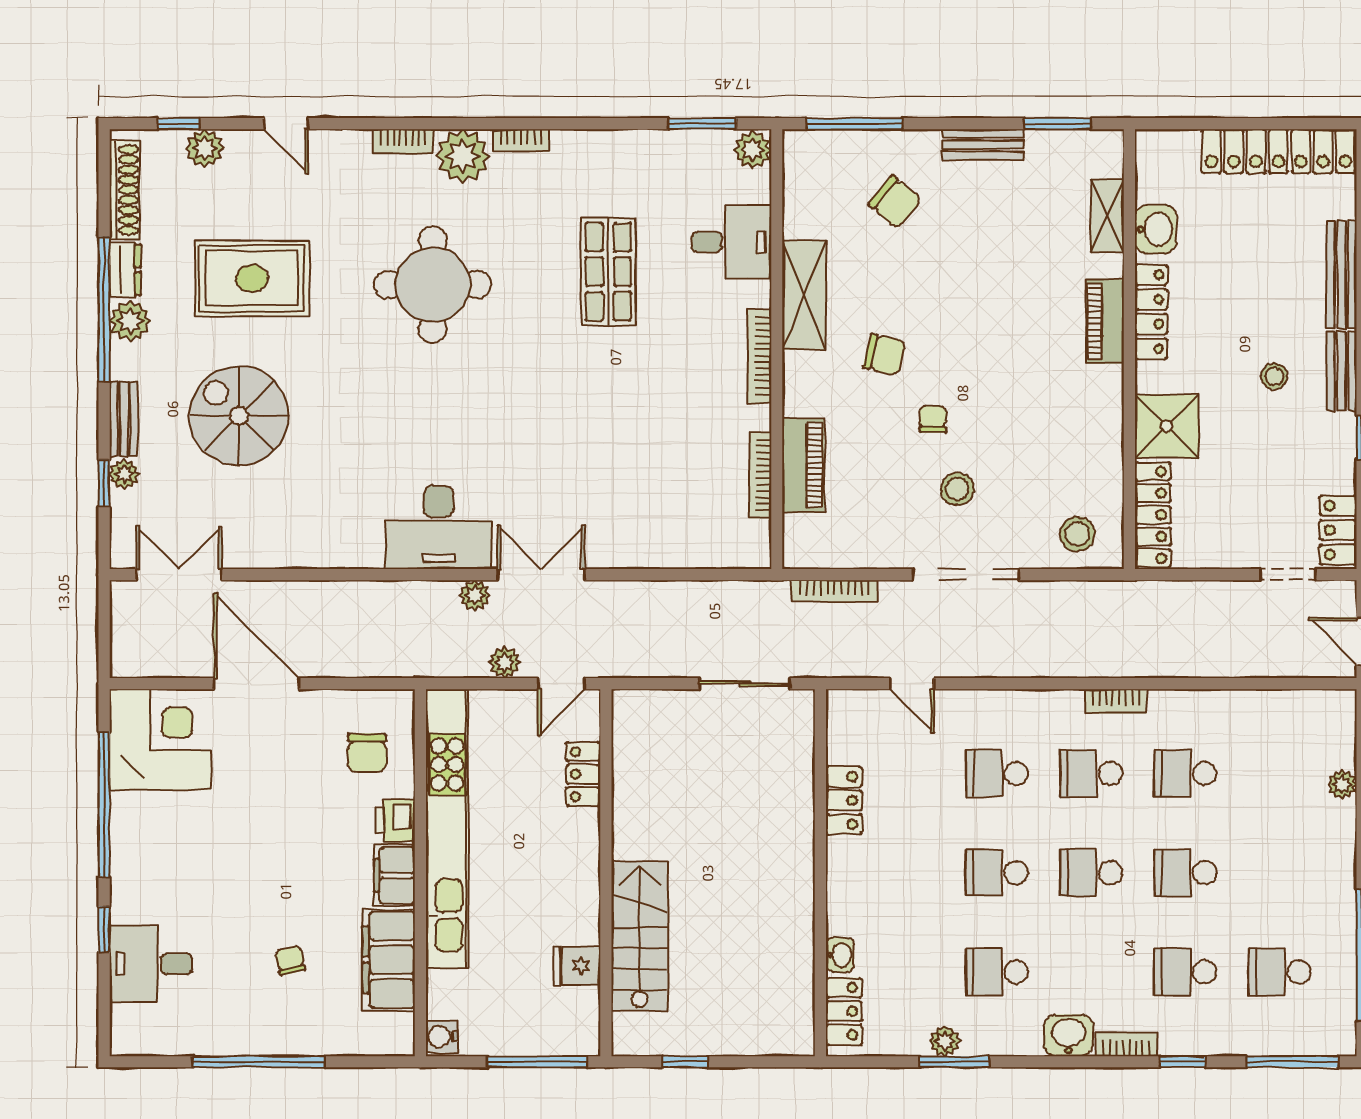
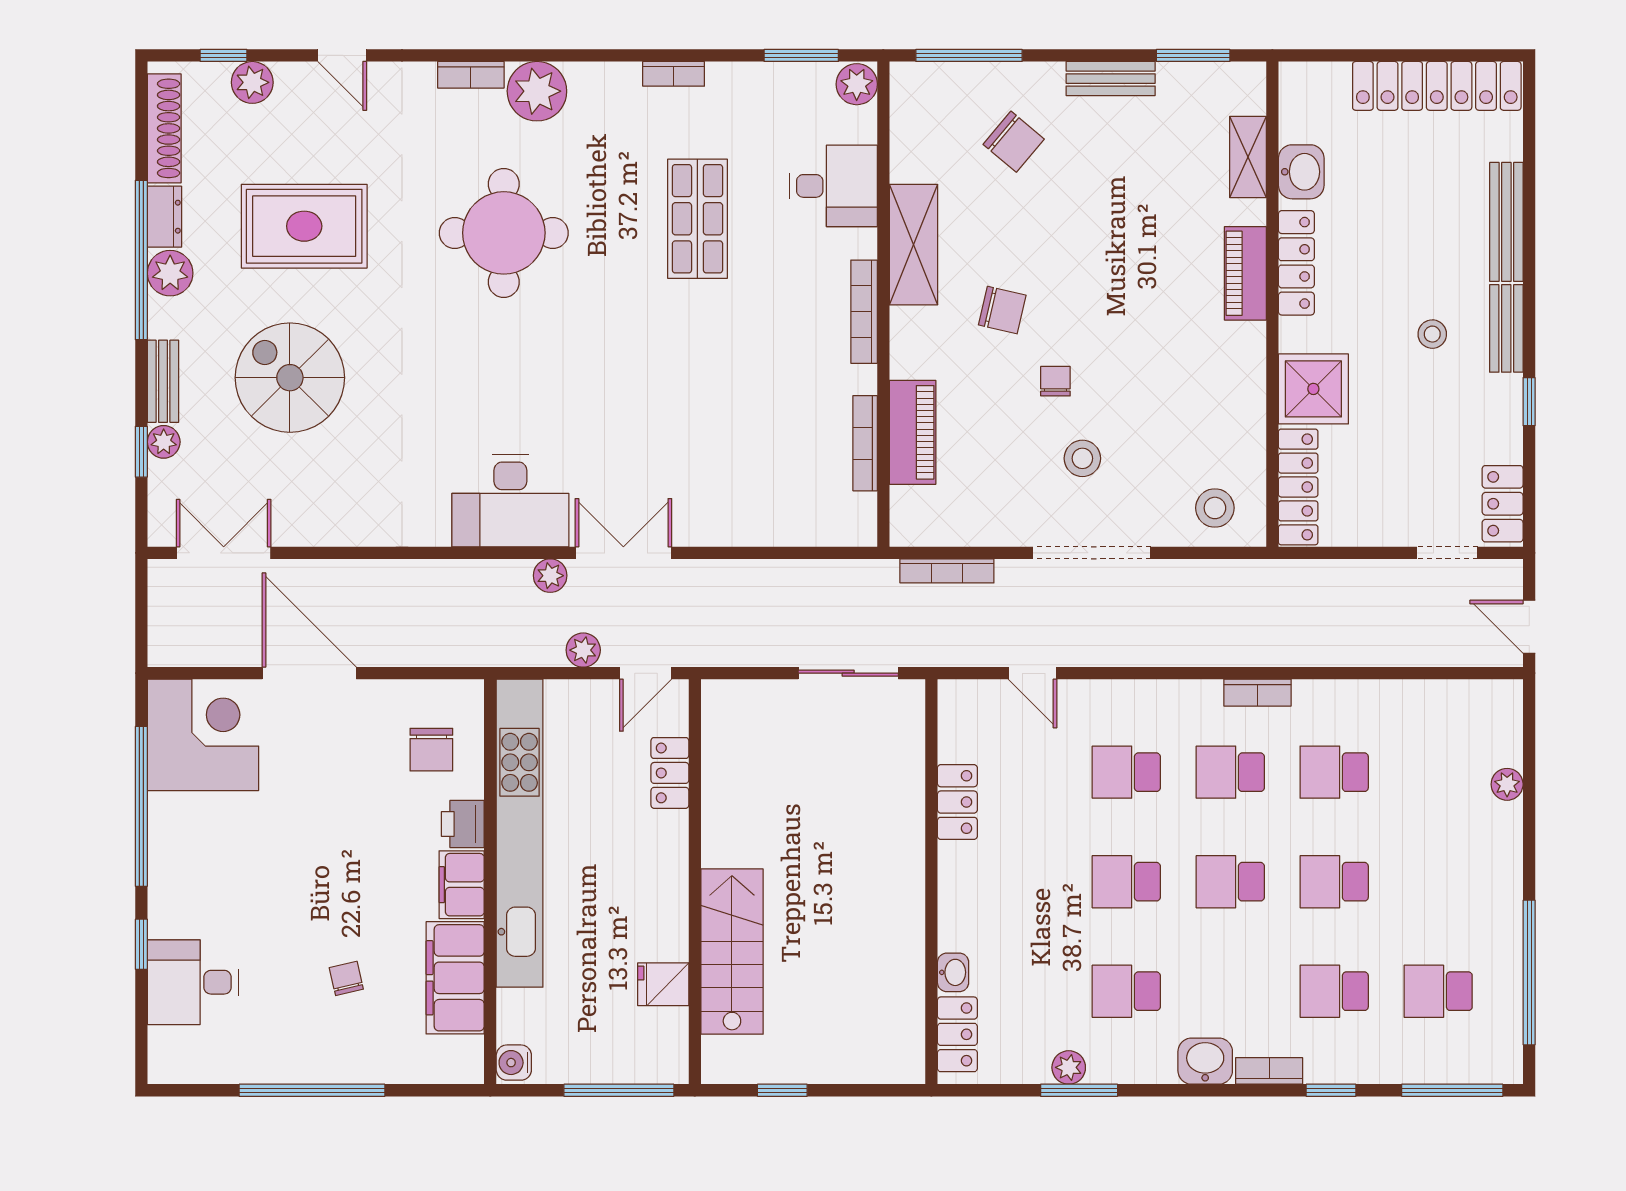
bookcase: (521, 140) -> (674, 74), moved

